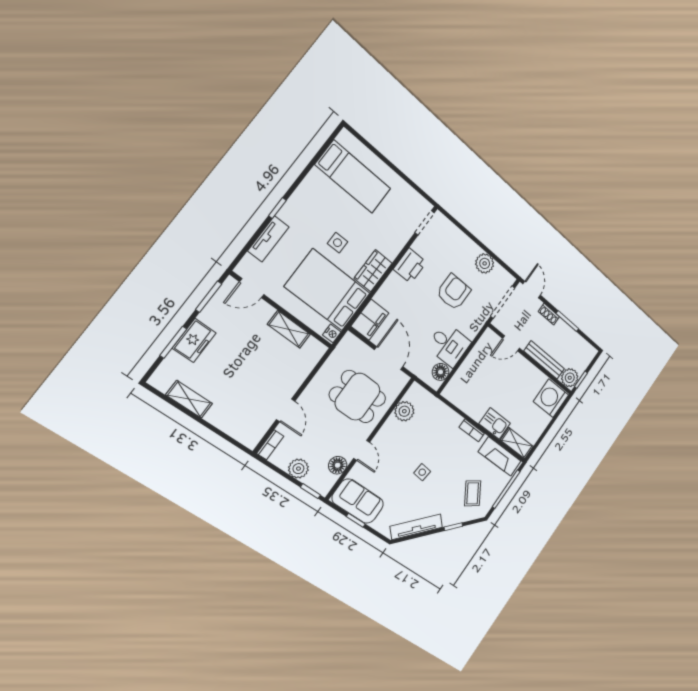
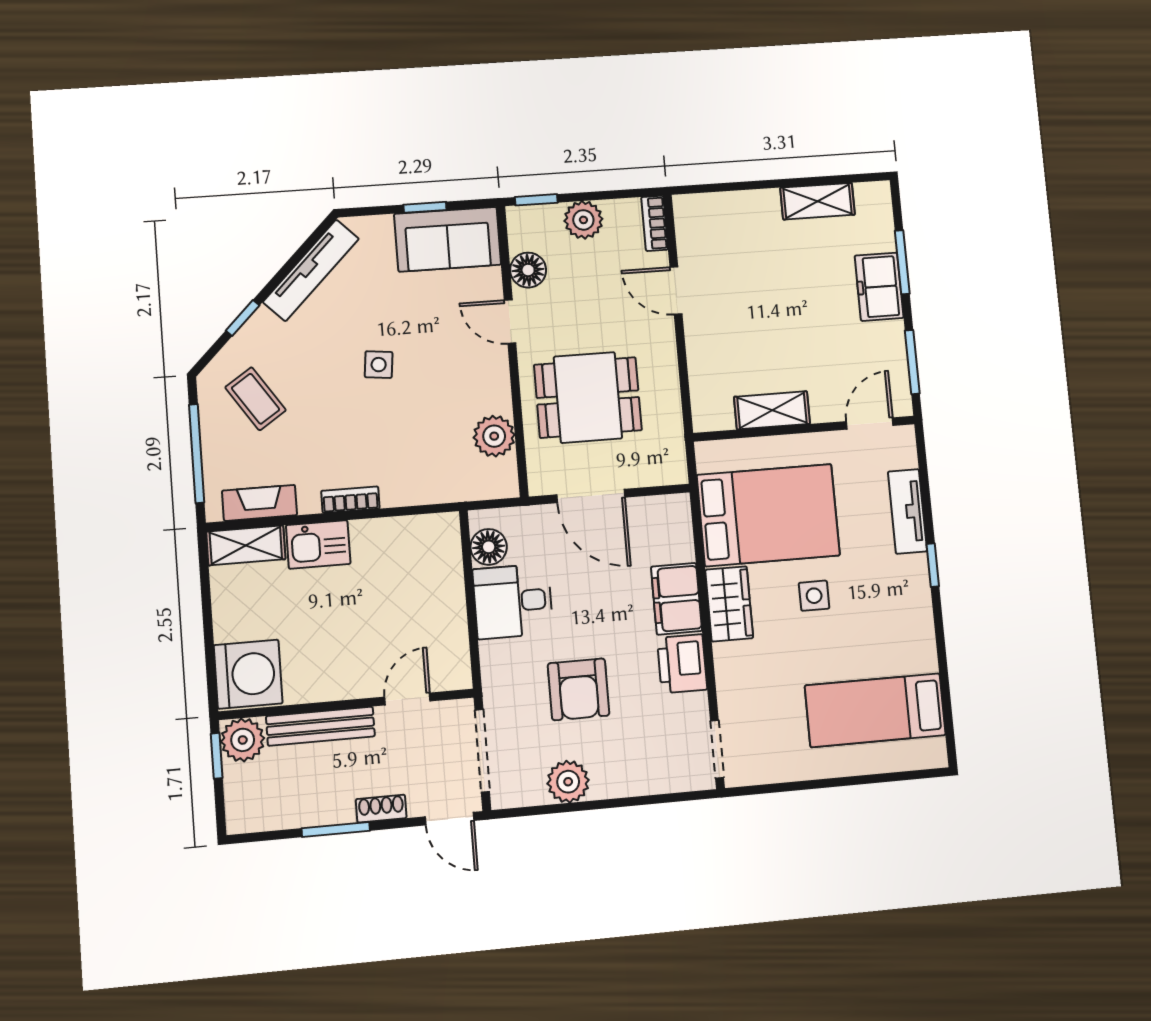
filing cabinet: (370, 320) -> (677, 599), moved
nightstand: (332, 333) -> (708, 458), removed
fireplace: (500, 456) -> (260, 503), width x0.73, depth x0.76

